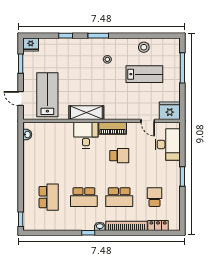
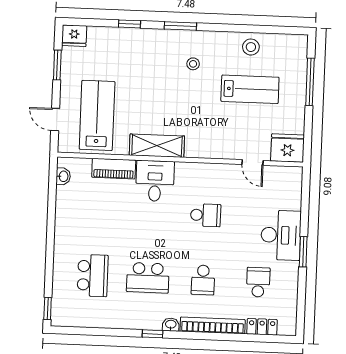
piano: (113, 128) -> (114, 169), moved
desk: (168, 144) -> (281, 235), moved
school desk: (119, 197) -> (203, 280), width x0.54

